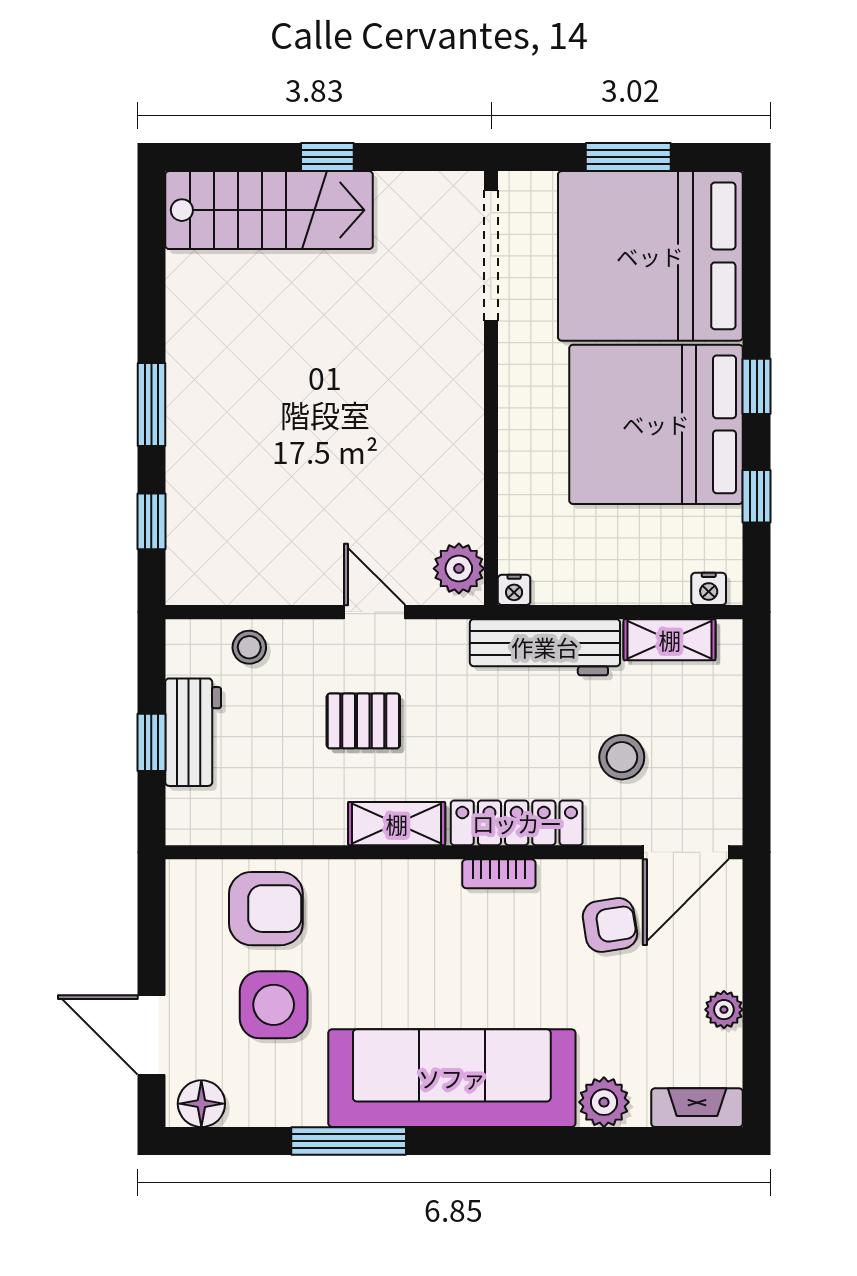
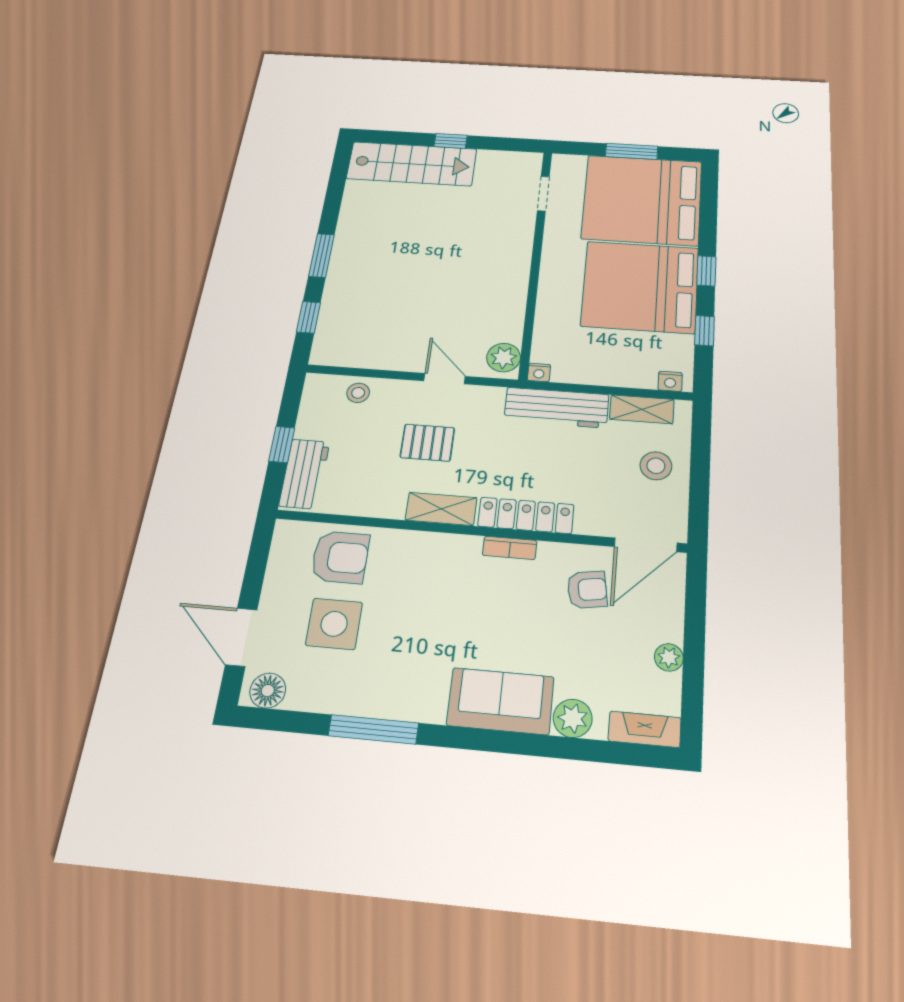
doorway: (491, 255) -> (543, 194), width x0.53
workbench: (193, 732) -> (304, 474), moved
stool: (622, 757) -> (656, 466), moved
sofa: (452, 1078) -> (500, 701), width x0.54, depth x0.79

